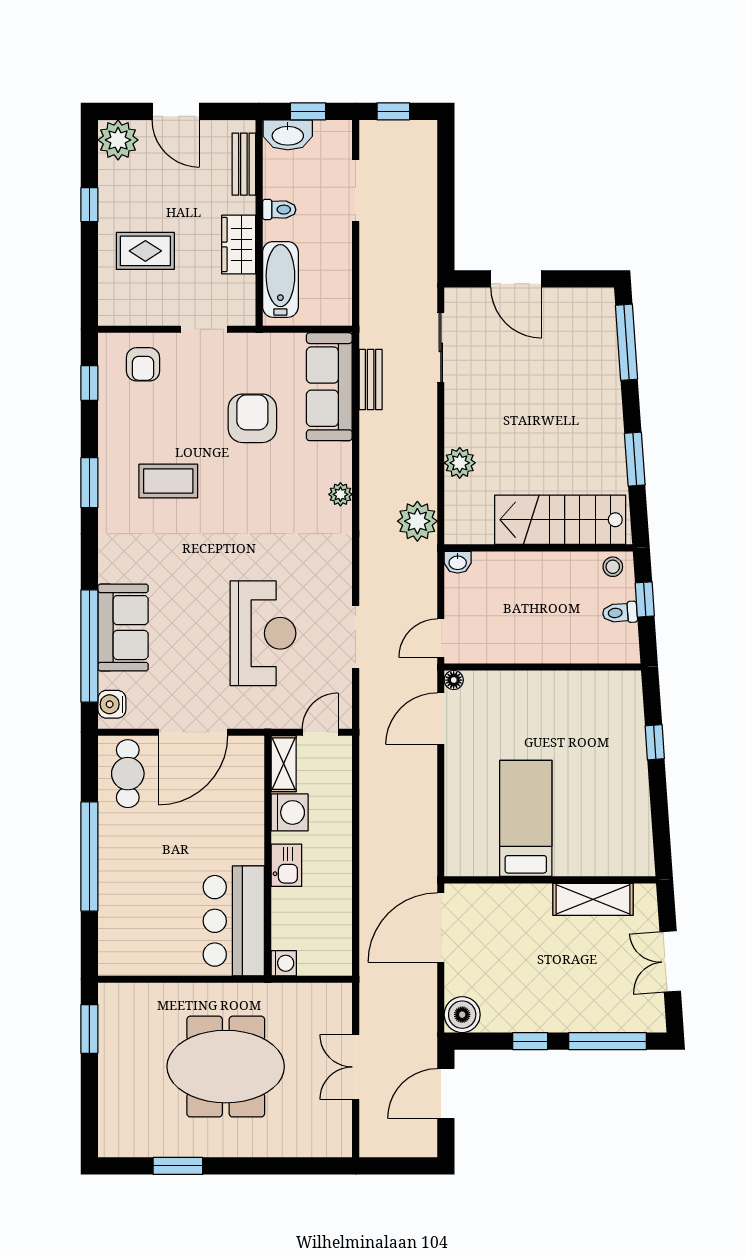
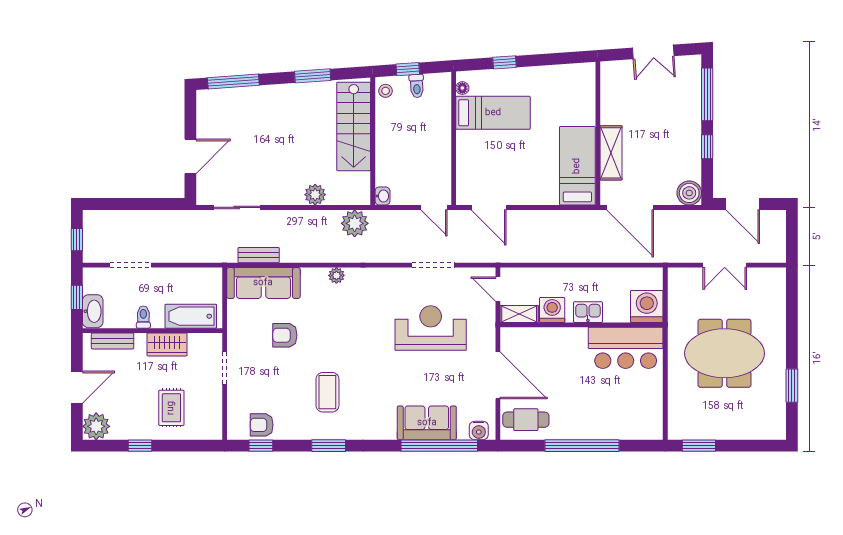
armchair: (143, 364) -> (262, 425), moved, turned 180
armchair: (252, 418) -> (285, 335), width x0.72, depth x0.72
floor lamp: (454, 680) -> (462, 88), moved
bed: (580, 725) -> (493, 113), added
bed: (526, 818) -> (577, 166), moved, turned 90
shelving: (593, 899) -> (611, 153), moved
washing machine: (284, 963) -> (647, 306), width x1.89, depth x1.89
meeting table: (226, 1067) -> (724, 353), turned 90

